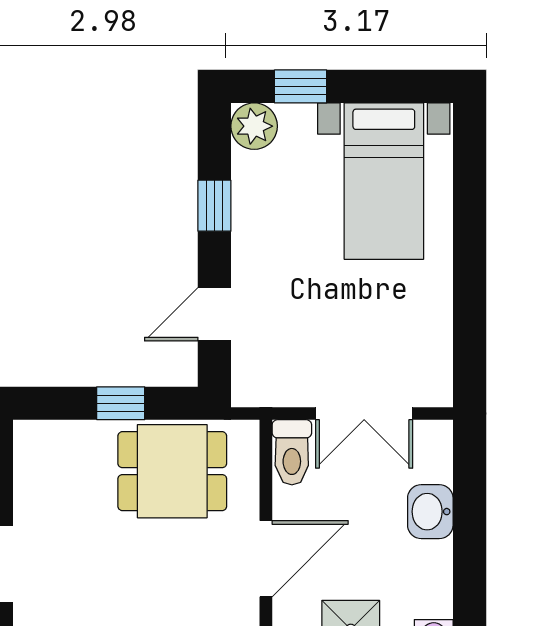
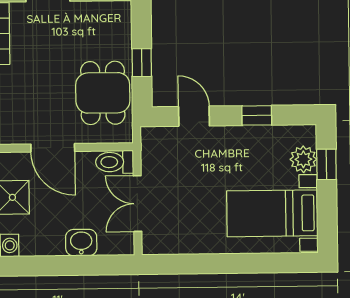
plant: (254, 126) -> (303, 159), moved

